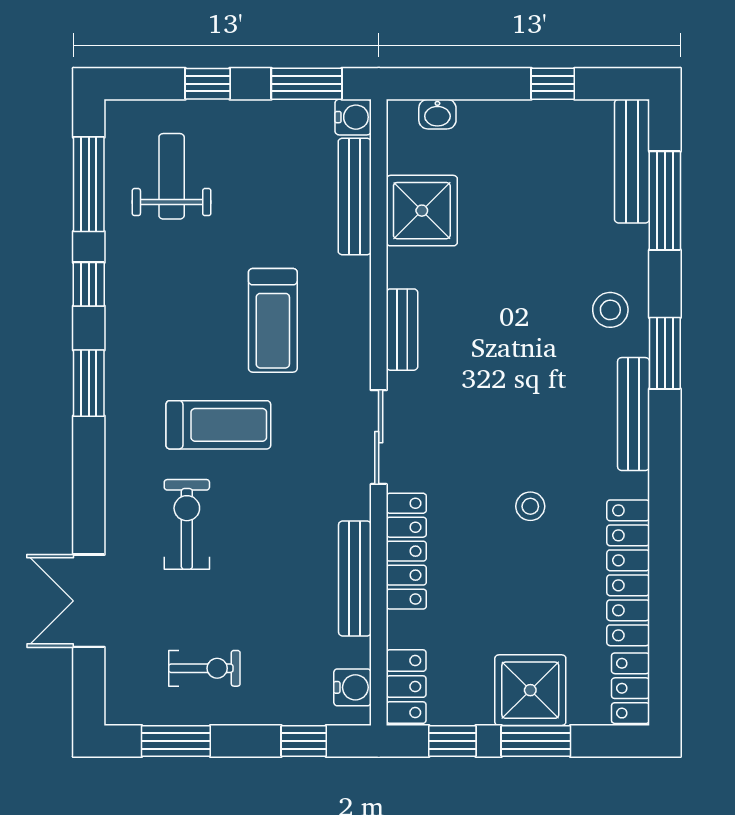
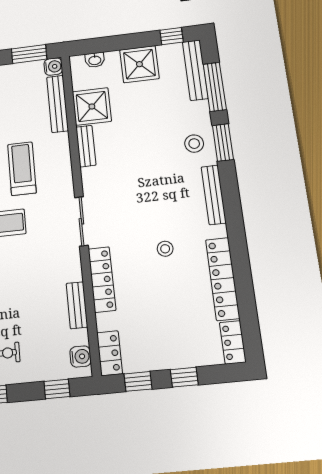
window: (553, 84) -> (172, 36), moved
treadmill: (273, 320) -> (22, 169), turned 180
bench: (402, 330) -> (86, 146), moved
window: (665, 353) -> (223, 142), moved
bench: (355, 578) -> (77, 305), width x0.73
shower: (530, 690) -> (139, 64), moved
window: (536, 741) -> (184, 377), width x0.67

